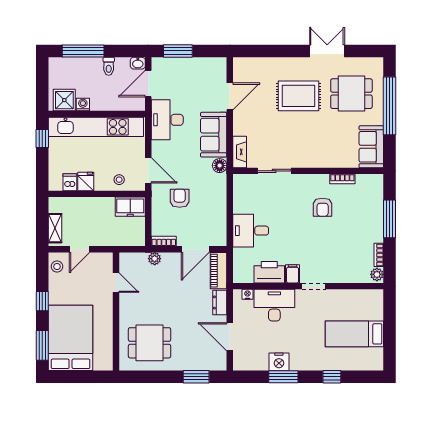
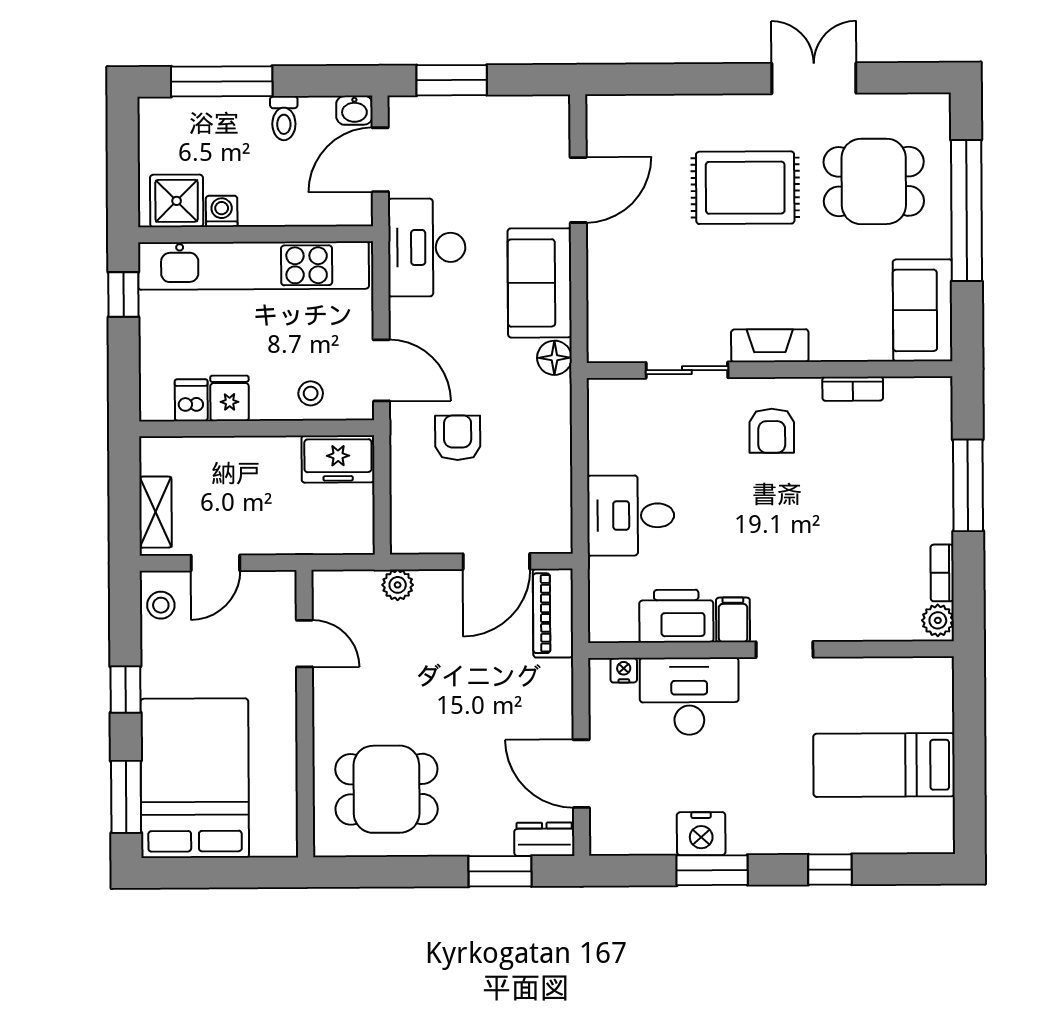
fireplace: (240, 152) -> (770, 346), moved, turned -90
armchair: (323, 207) -> (772, 431), moved
bookcase: (164, 241) -> (420, 542), removed
dresser: (220, 302) -> (544, 839), moved, turned 90

